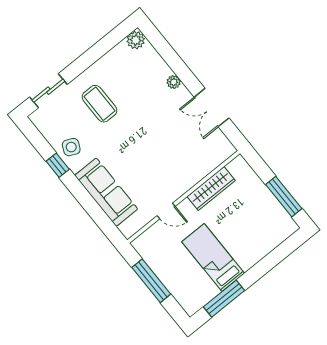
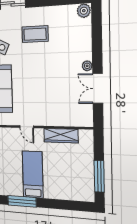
plant: (174, 82) -> (87, 66), moved
coffee table: (100, 104) -> (35, 34), turned 90

